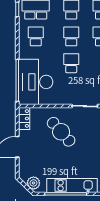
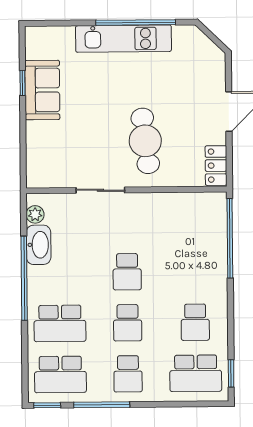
desk: (36, 82) -> (195, 235), removed
cafe table: (61, 132) -> (145, 141), turned 35
plant: (33, 183) -> (197, 43), removed

